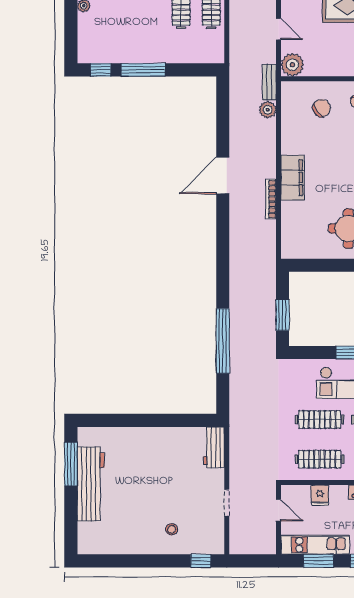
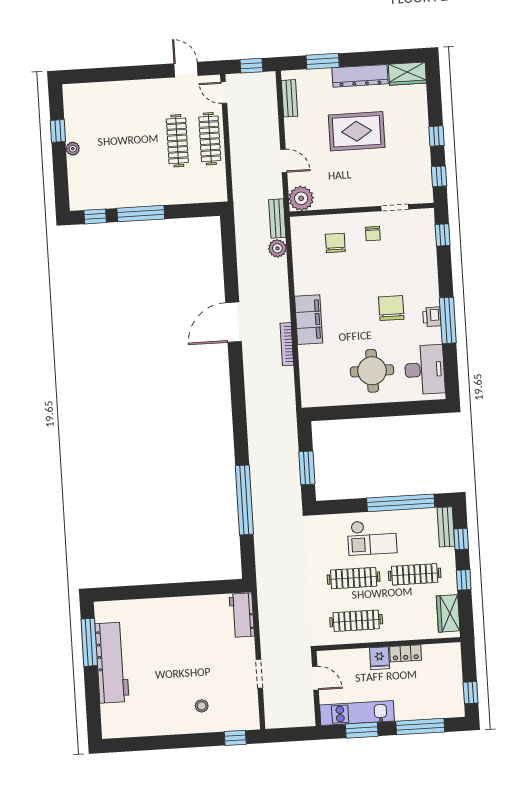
chair: (322, 108) -> (335, 243), turned -52
fridge: (320, 495) -> (380, 658), moved

